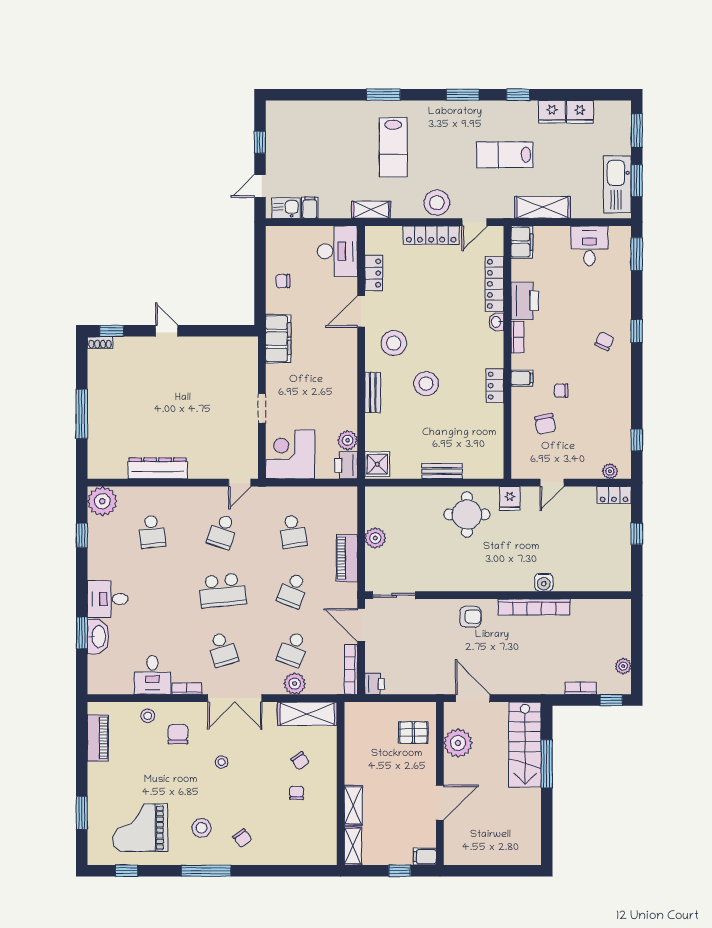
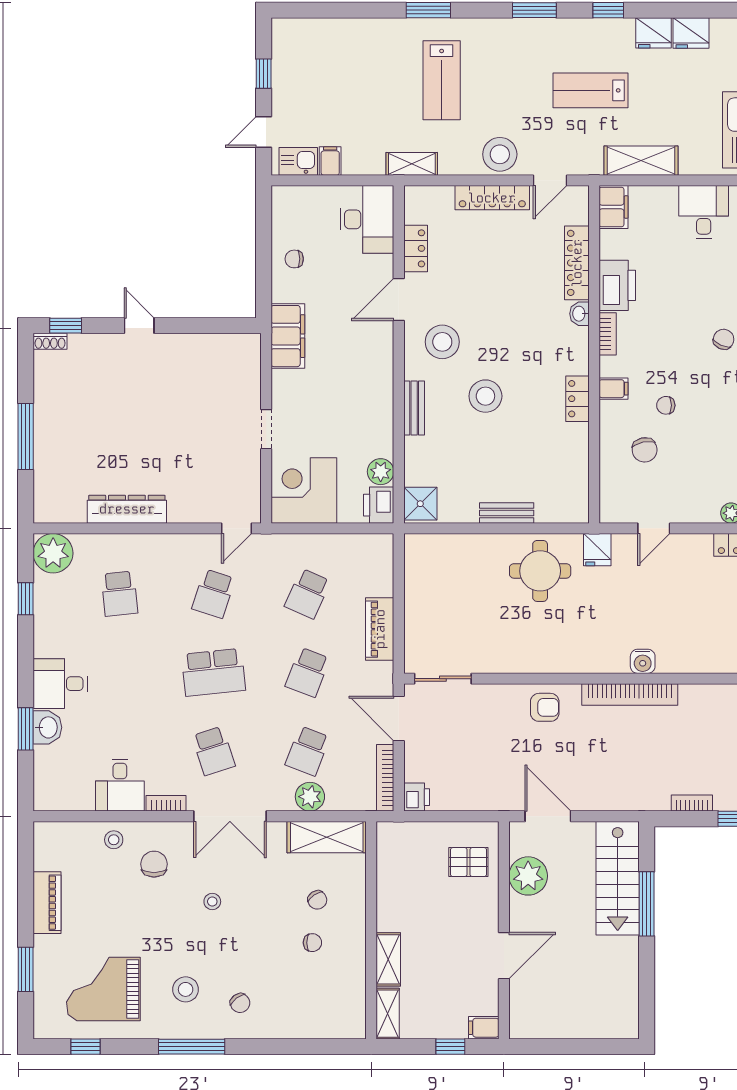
school desk: (293, 532) -> (308, 594), turned 33
plant: (375, 538) -> (418, 602), removed
washbasin: (98, 637) -> (47, 727), width x0.72
piano: (98, 738) -> (47, 903), moved
chair: (297, 793) -> (312, 943), turned 90

